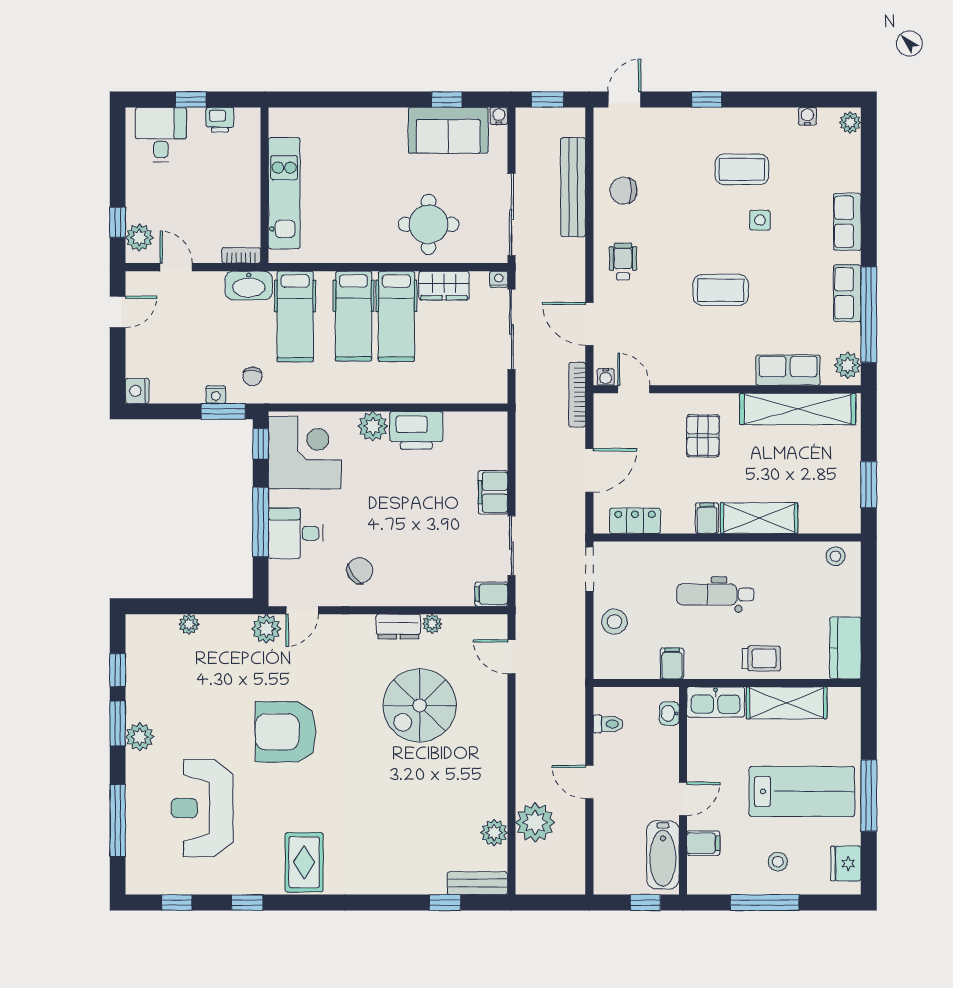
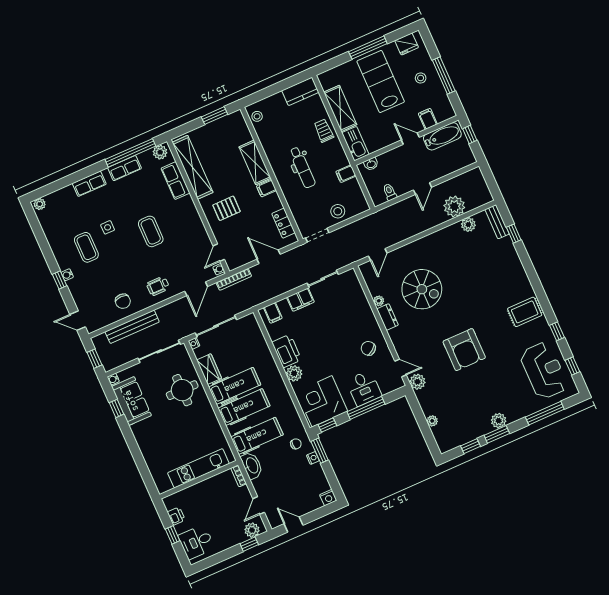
water cooler: (807, 116) -> (67, 275), moved
filing cabinet: (491, 594) -> (273, 313), moved
reception desk: (202, 808) -> (544, 370), moved, turned -90

